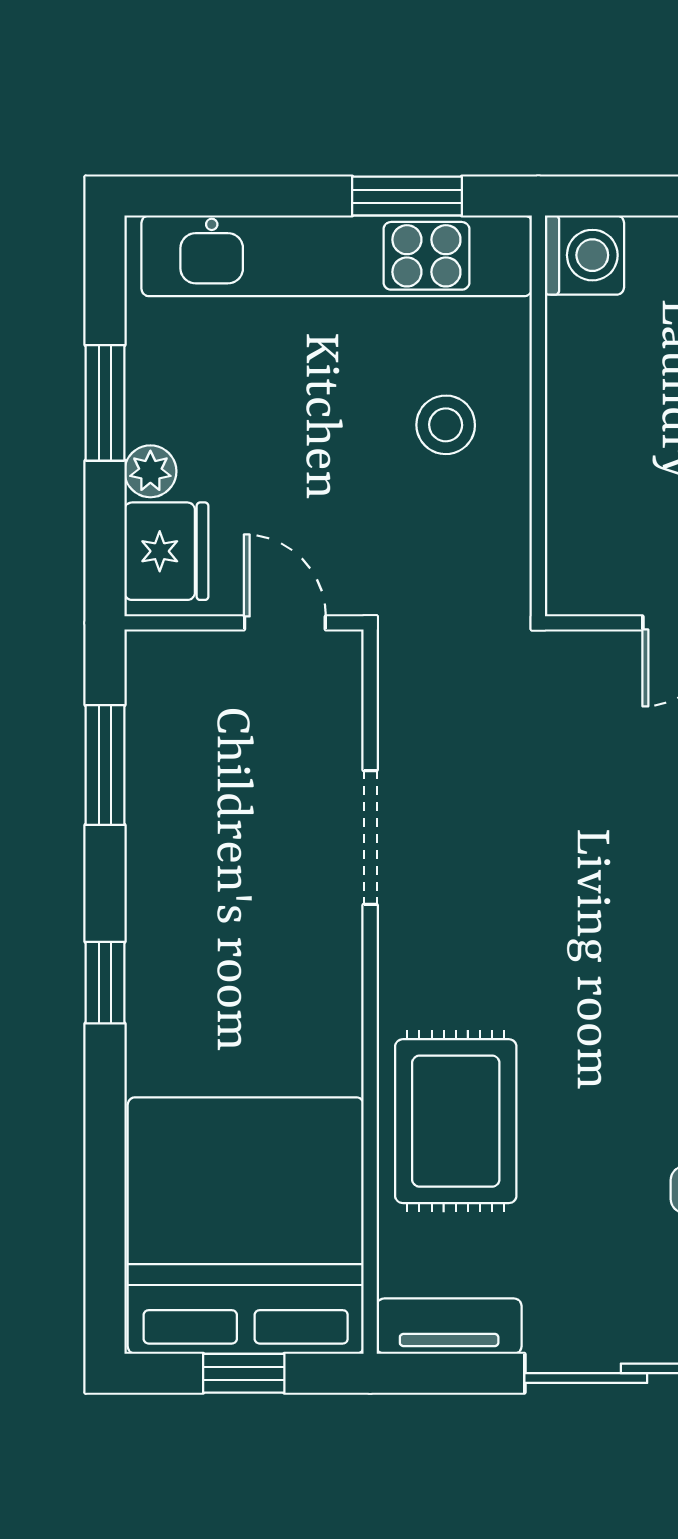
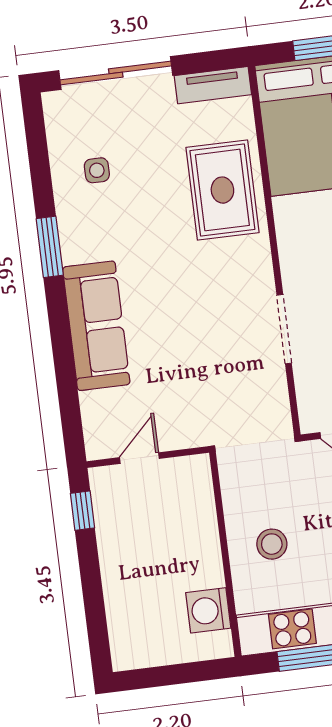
washing machine: (584, 255) -> (208, 610), moved

